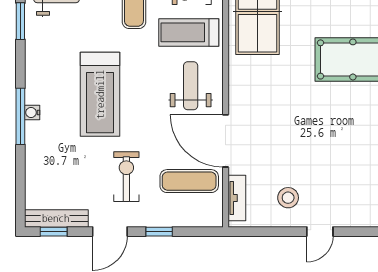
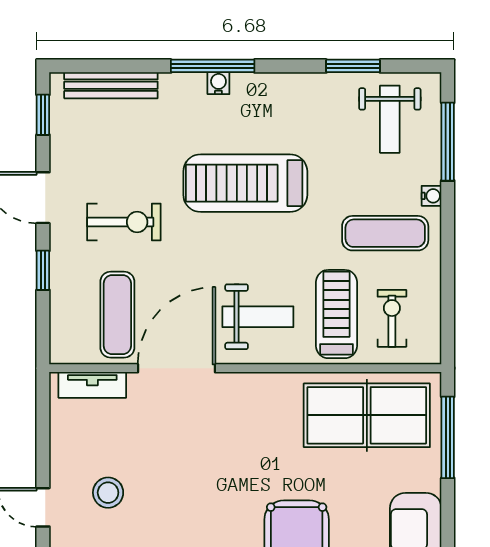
stool: (288, 198) -> (108, 493), moved
bench: (56, 218) -> (111, 85), moved, turned 90

